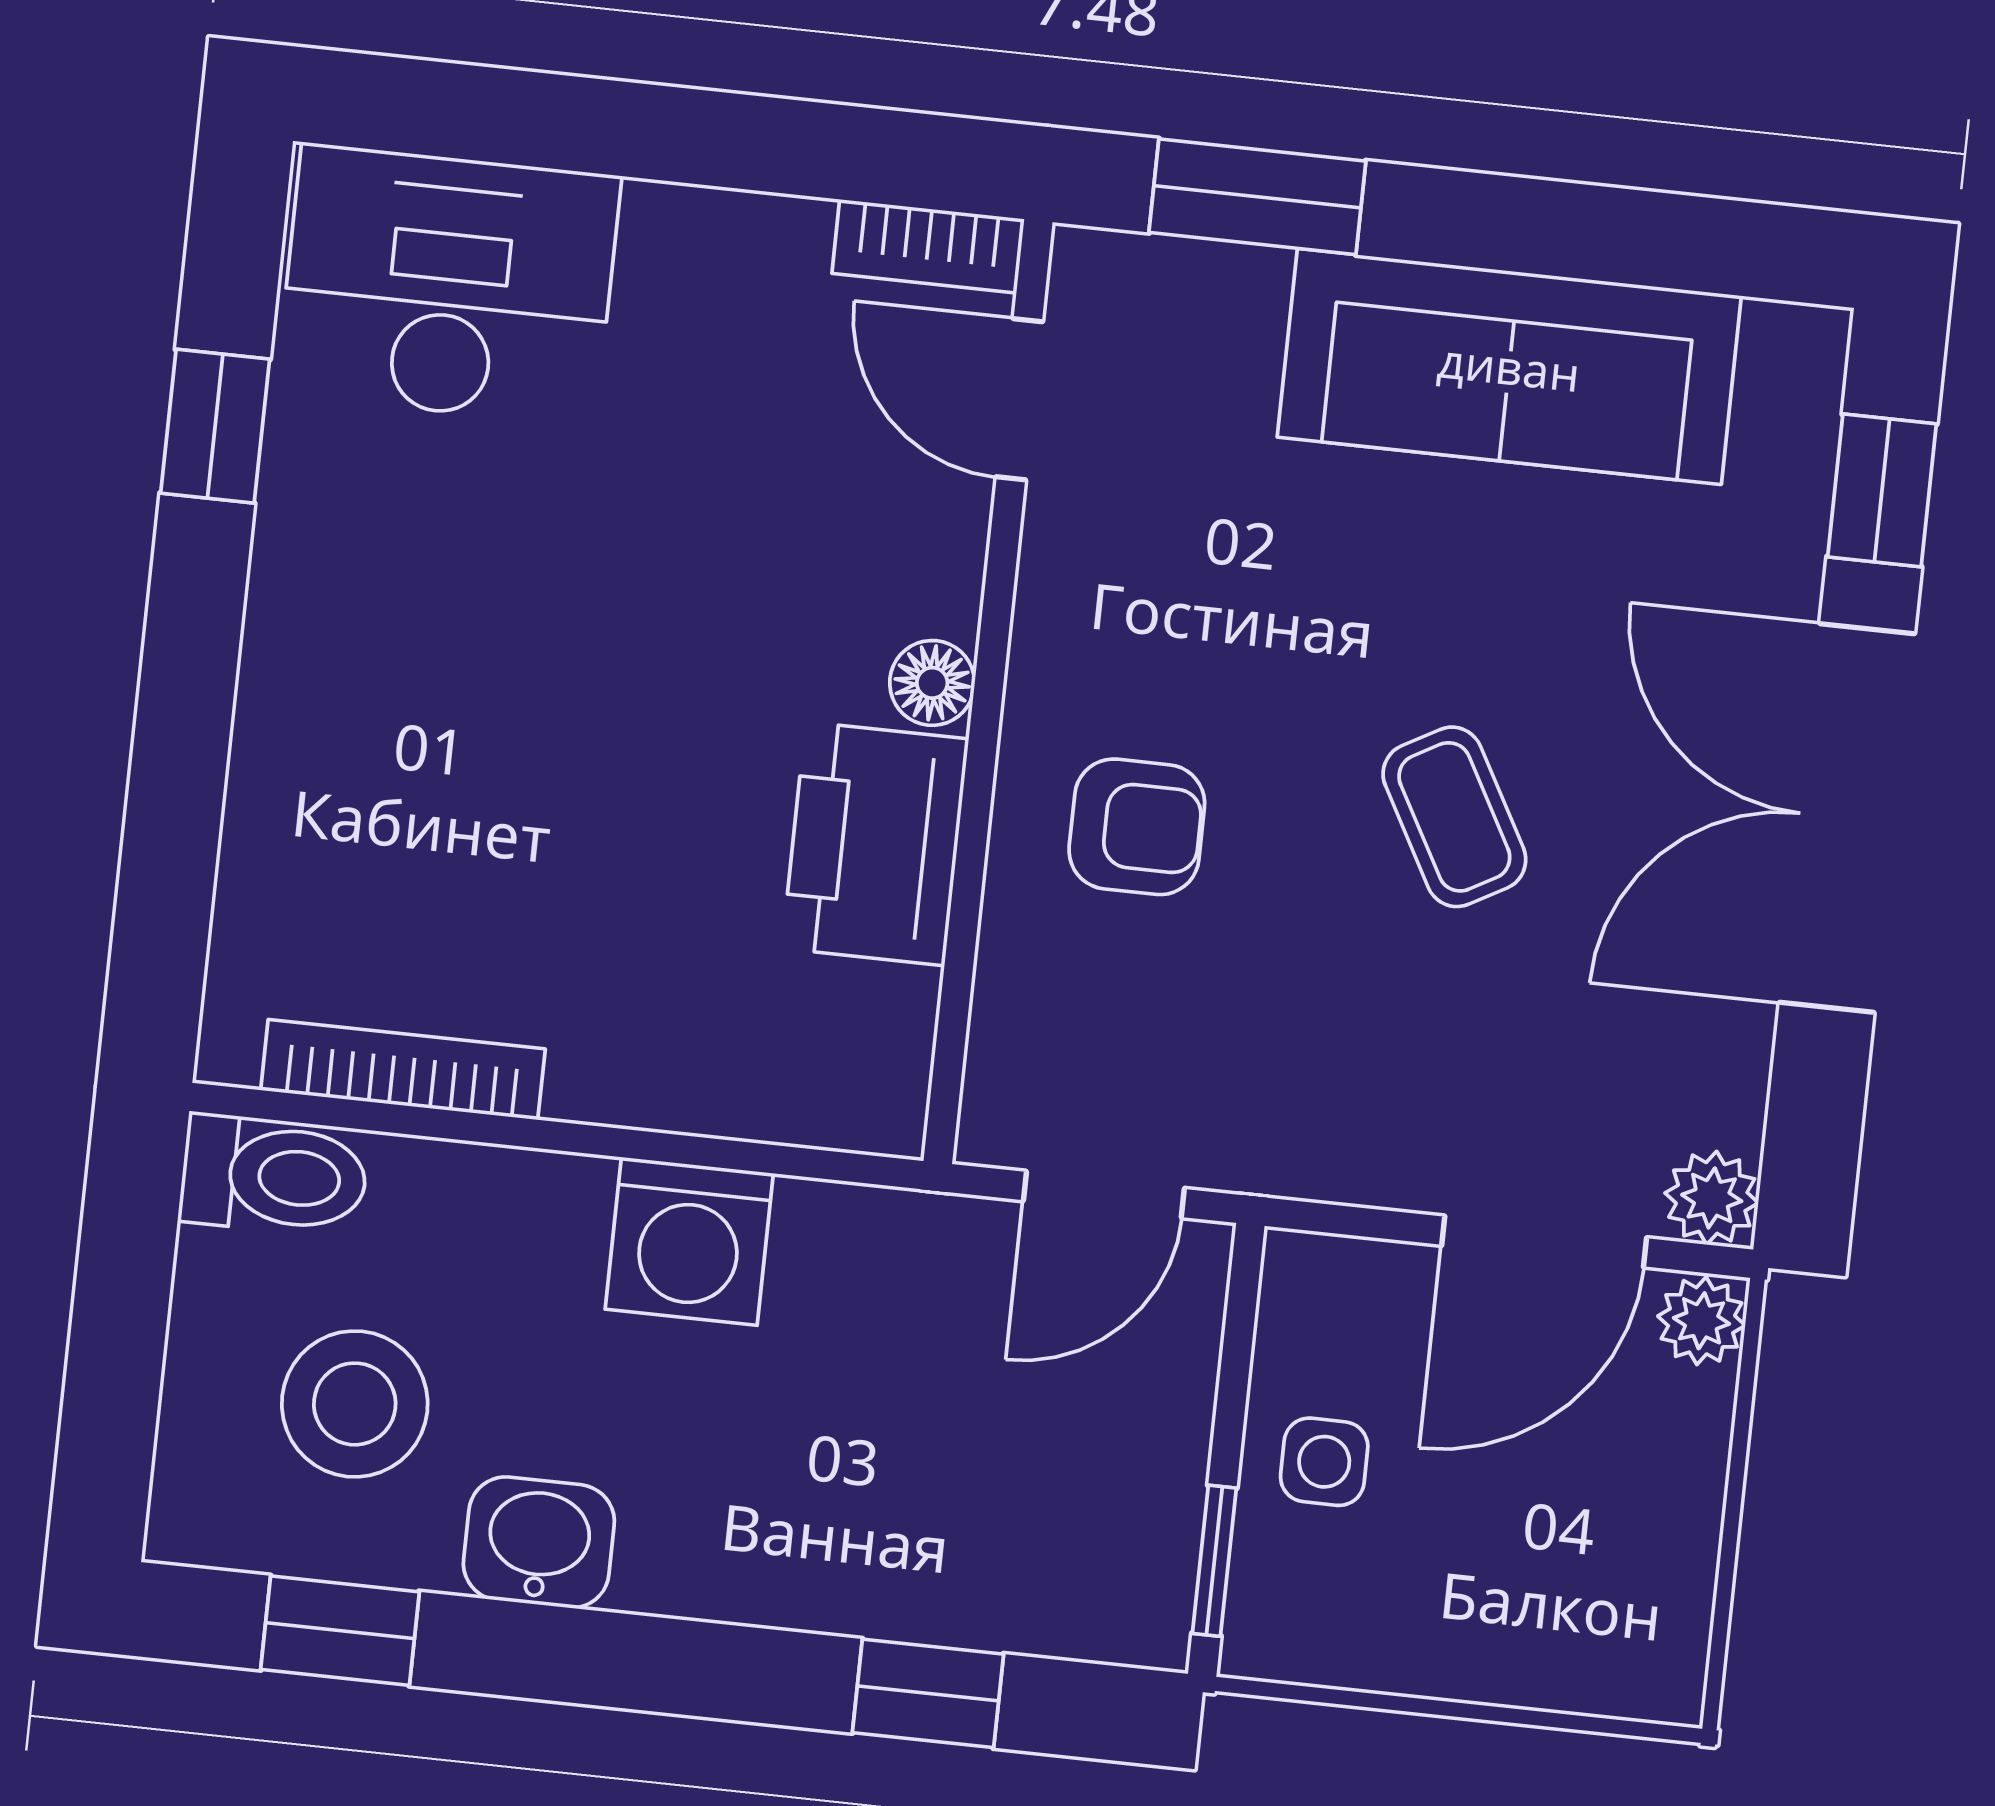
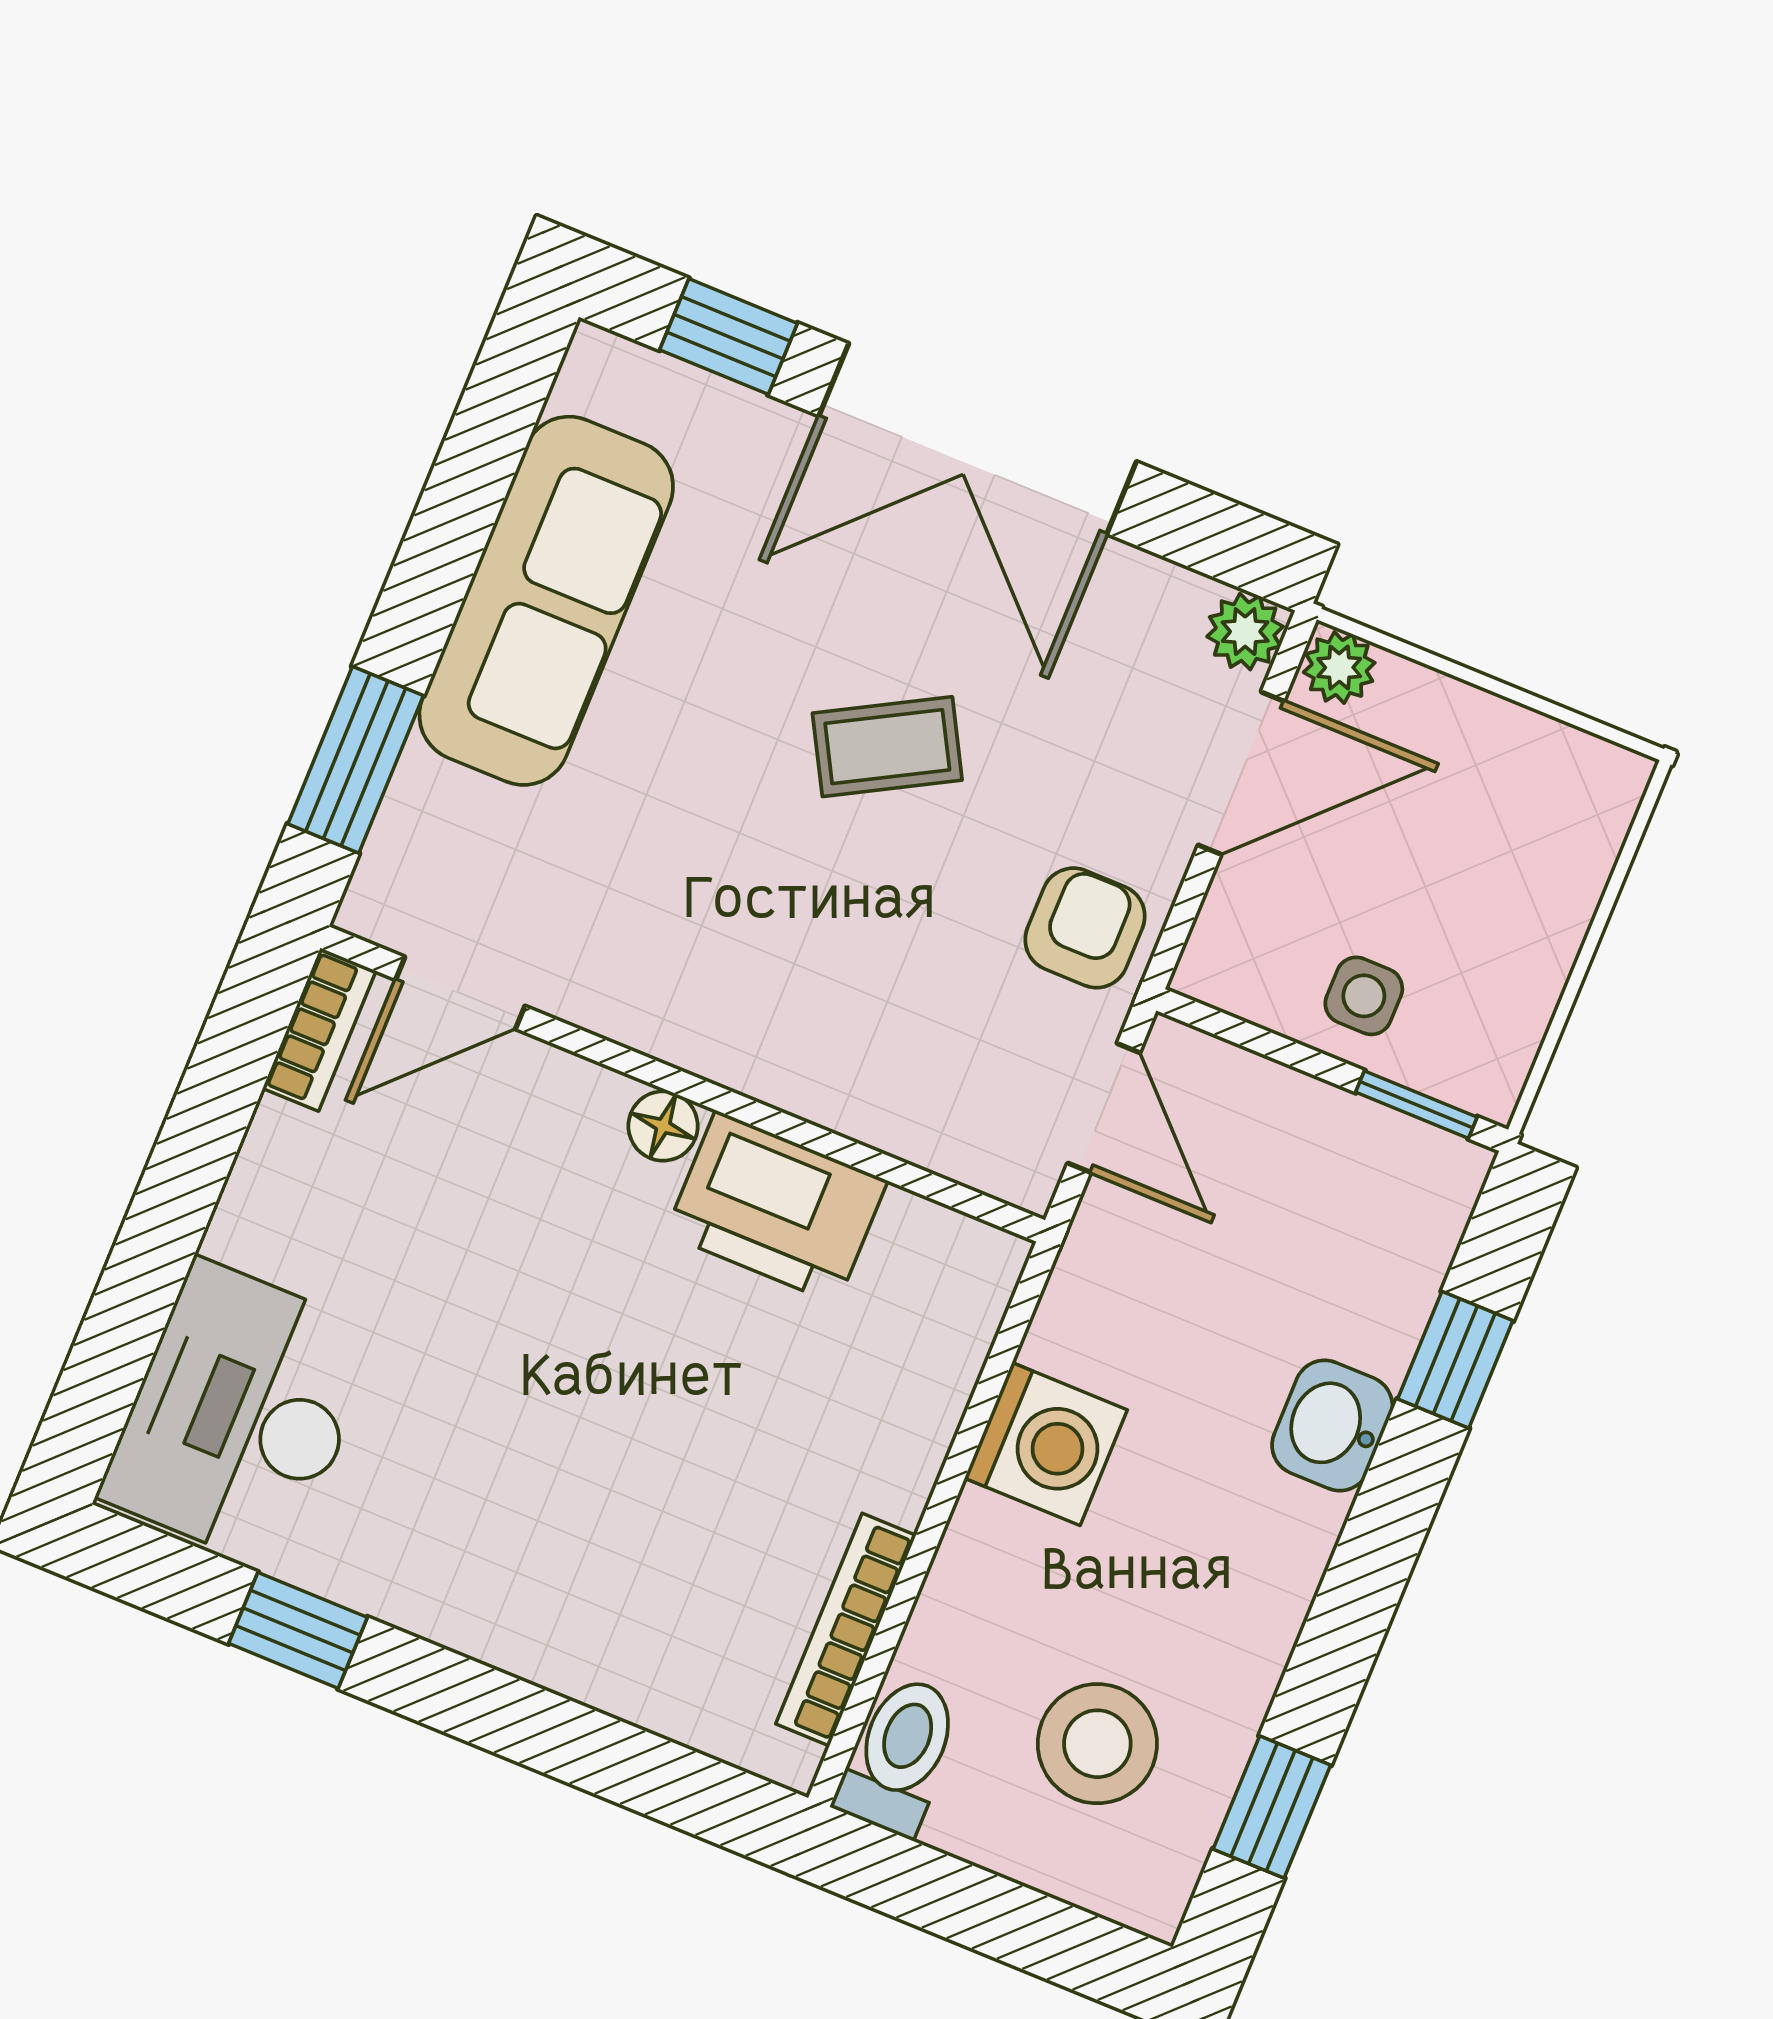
armchair: (1137, 827) -> (1085, 928), moved
door: (1544, 1242) -> (1241, 773), hinge flipped
washbasin: (539, 1542) -> (1332, 1426), moved

